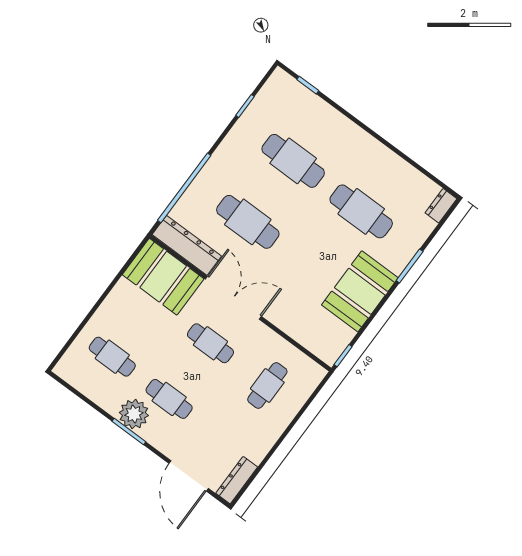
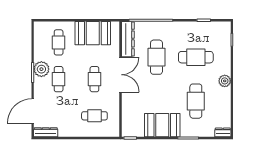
plant: (363, 143) -> (225, 81), added
cafe table: (293, 161) -> (196, 57), turned 90
booth: (163, 277) -> (93, 33), moved, turned 90

